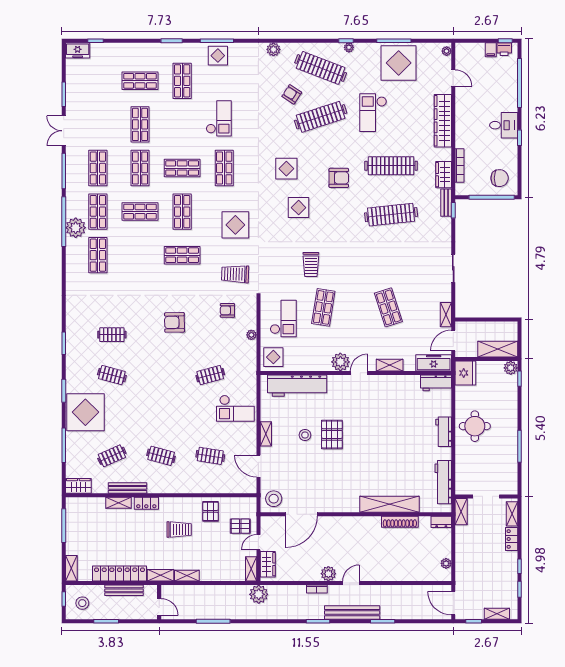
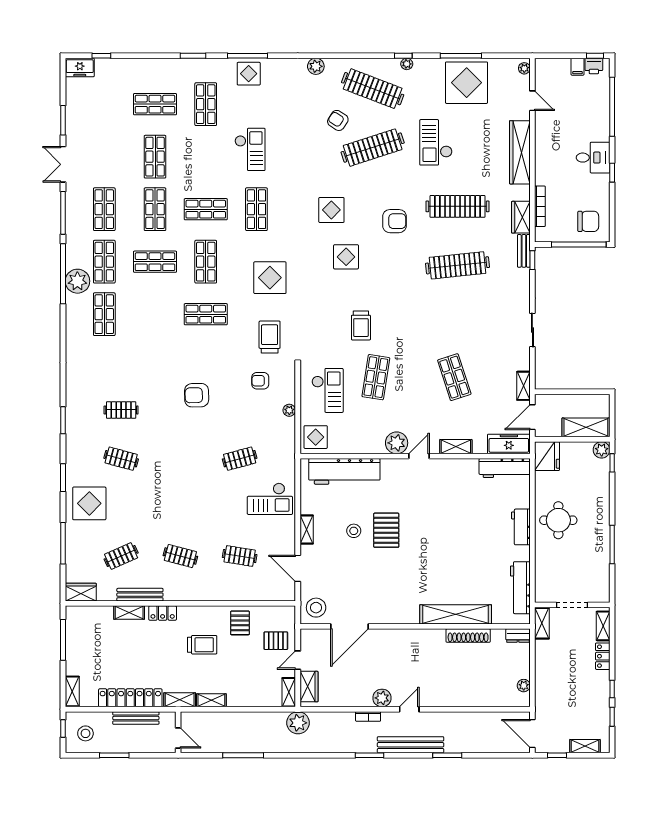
trolley: (235, 274) -> (270, 337), turned 88
workbench: (436, 383) -> (505, 468), width x1.38
display table: (85, 412) -> (89, 503), width x0.73, depth x0.73

